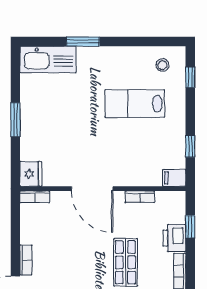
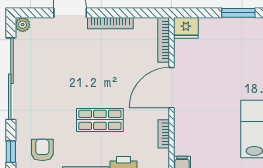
bookcase: (35, 197) -> (164, 40), width x1.56
bookcase: (26, 260) -> (110, 23), width x1.56

